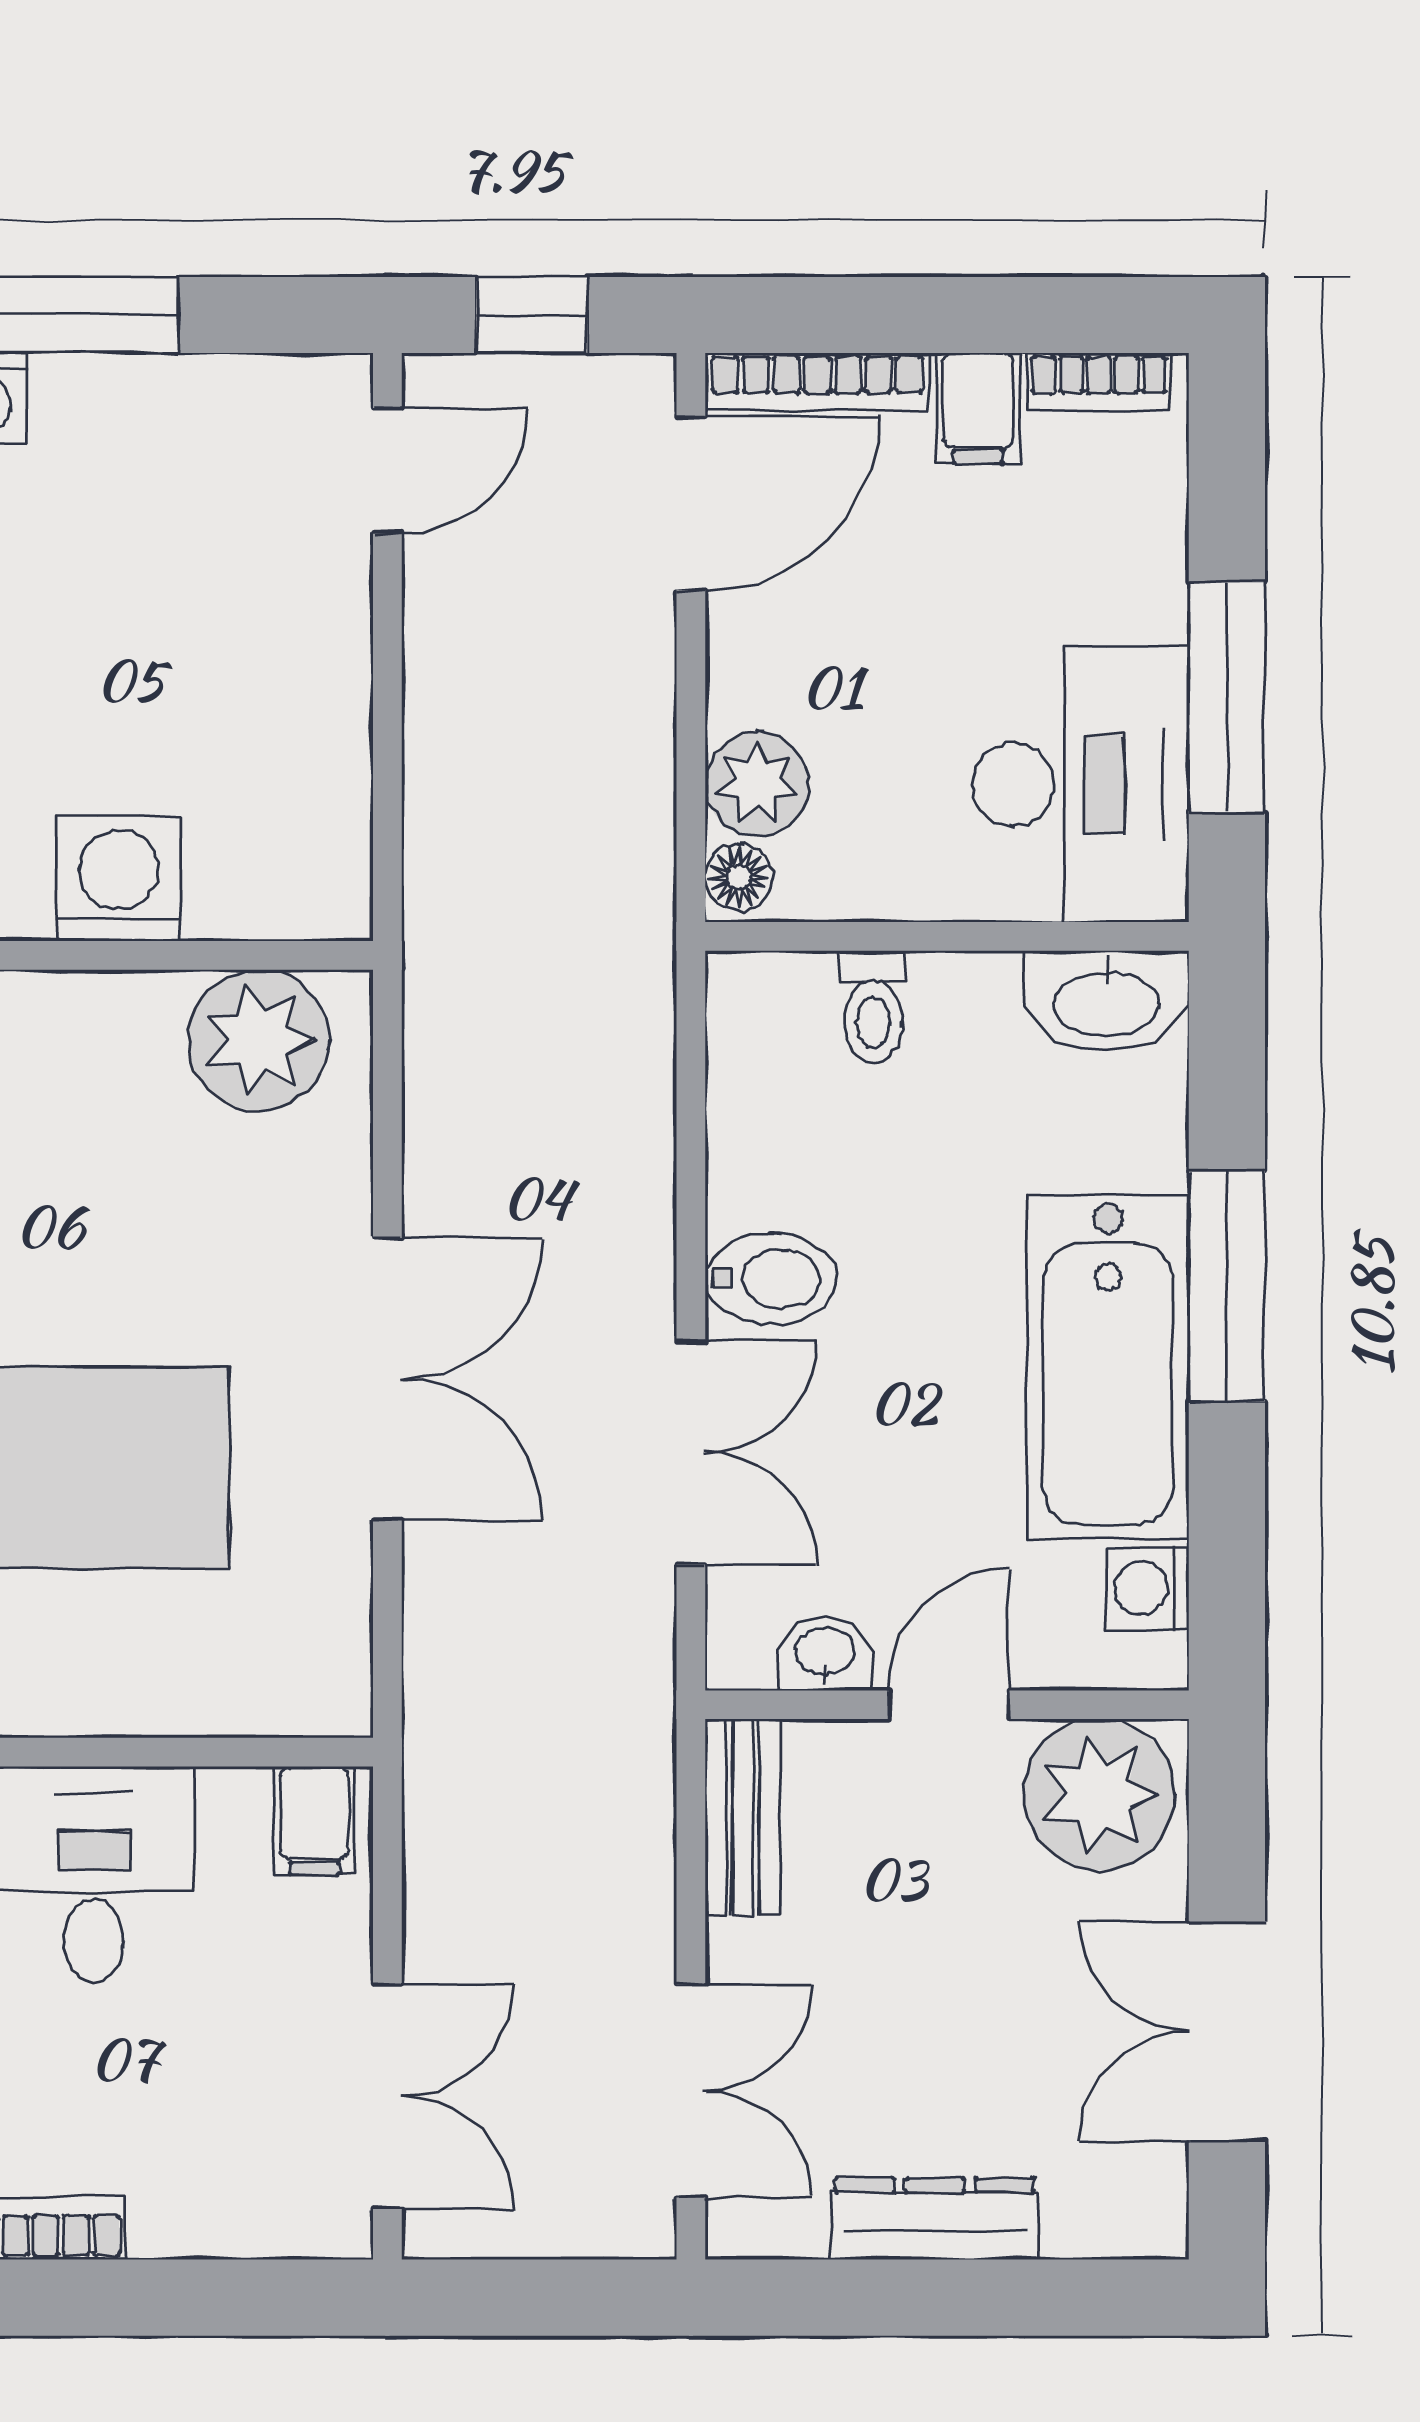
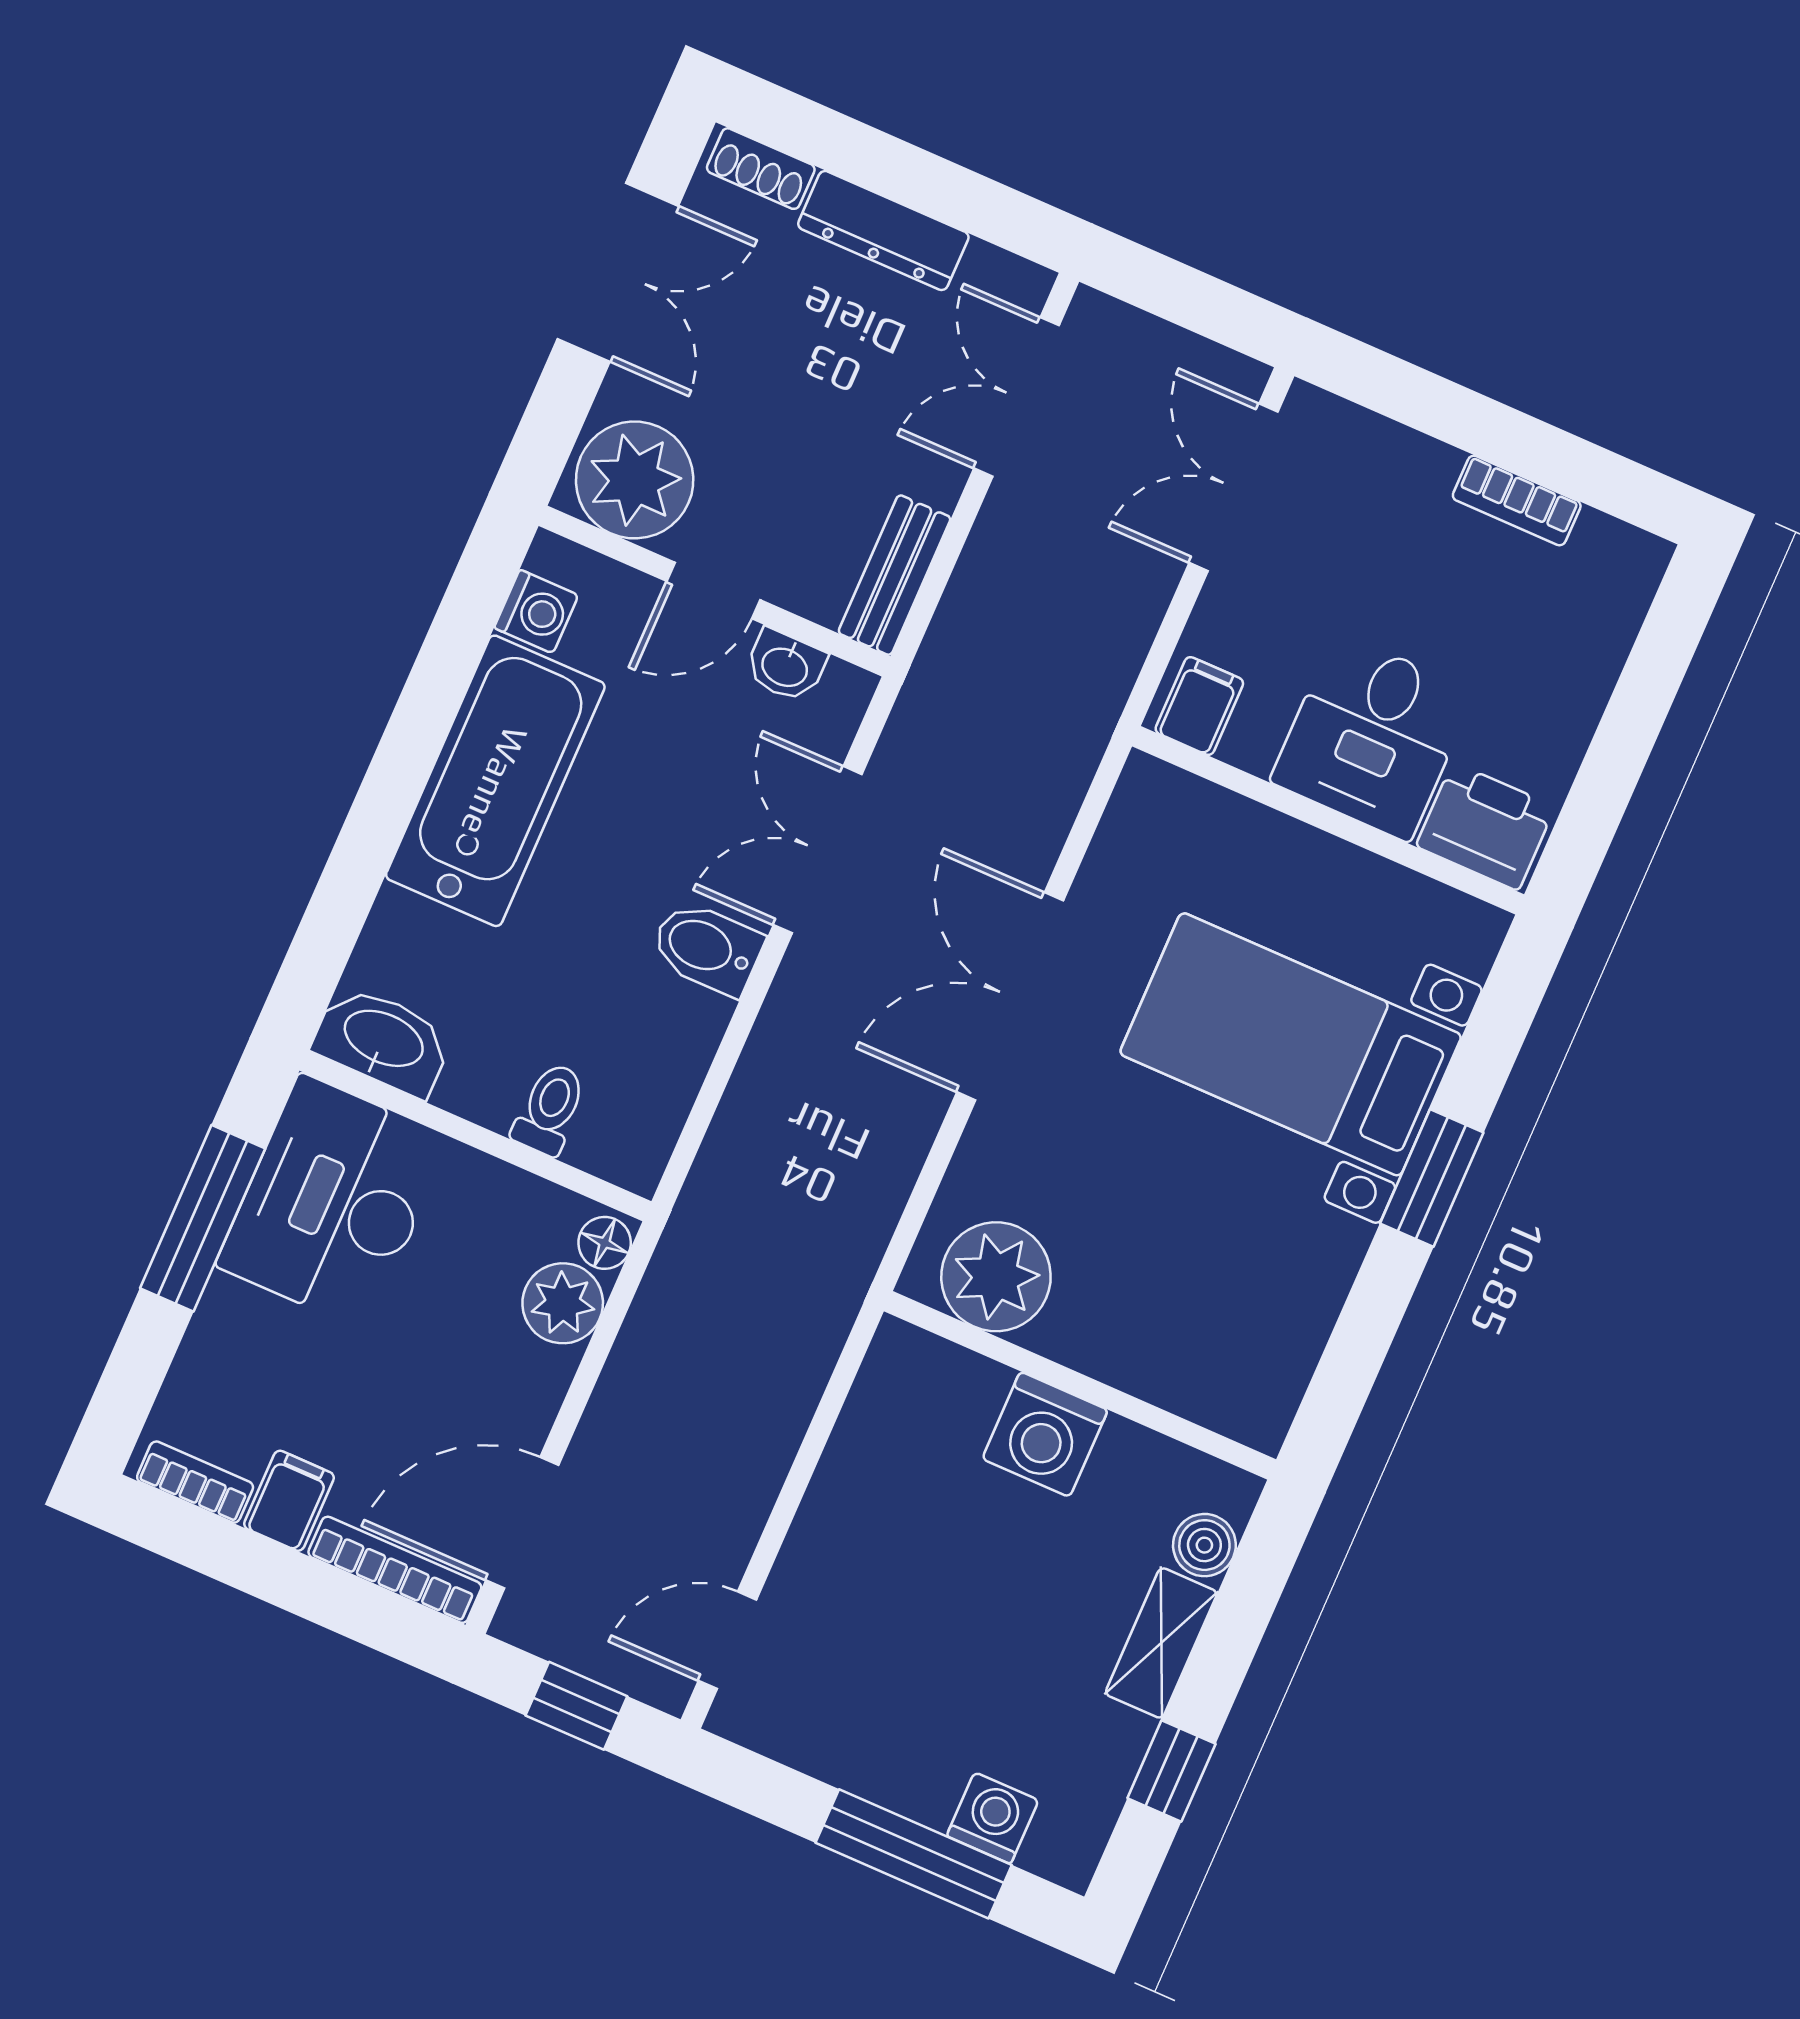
window: (1227, 1286) -> (386, 801), removed
shoe rack: (1112, 2228) -> (761, 169), added

